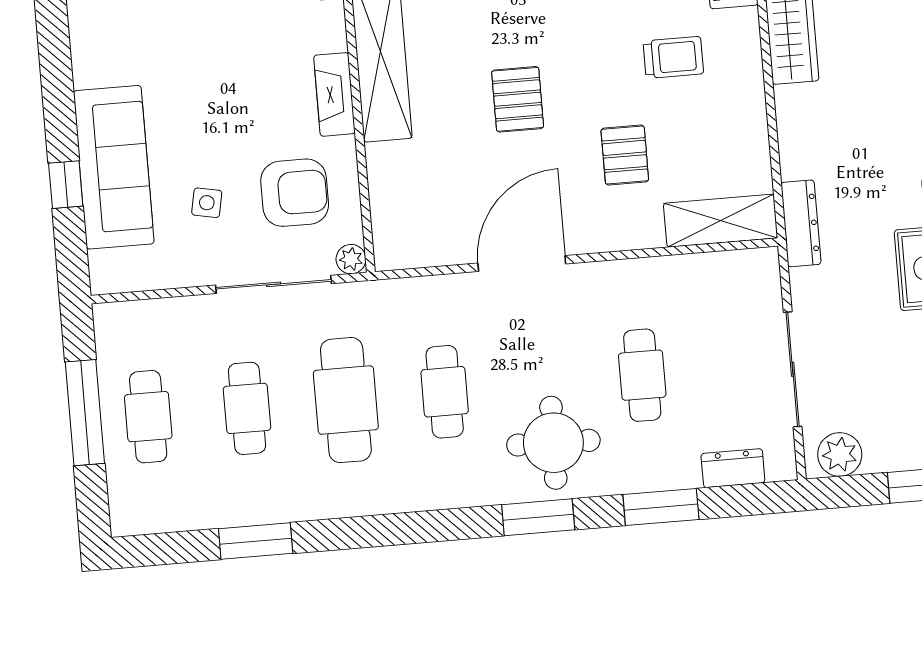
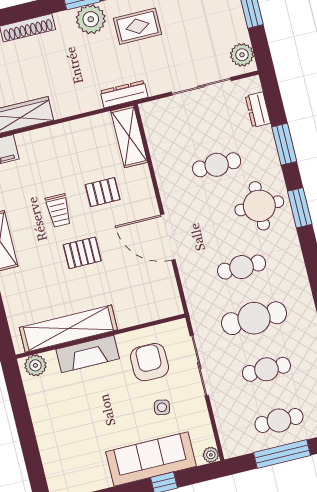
trolley: (673, 57) -> (58, 211), moved, turned 180
fireplace: (334, 94) -> (88, 354), width x1.37, depth x1.32
plant: (351, 259) -> (211, 455), moved

